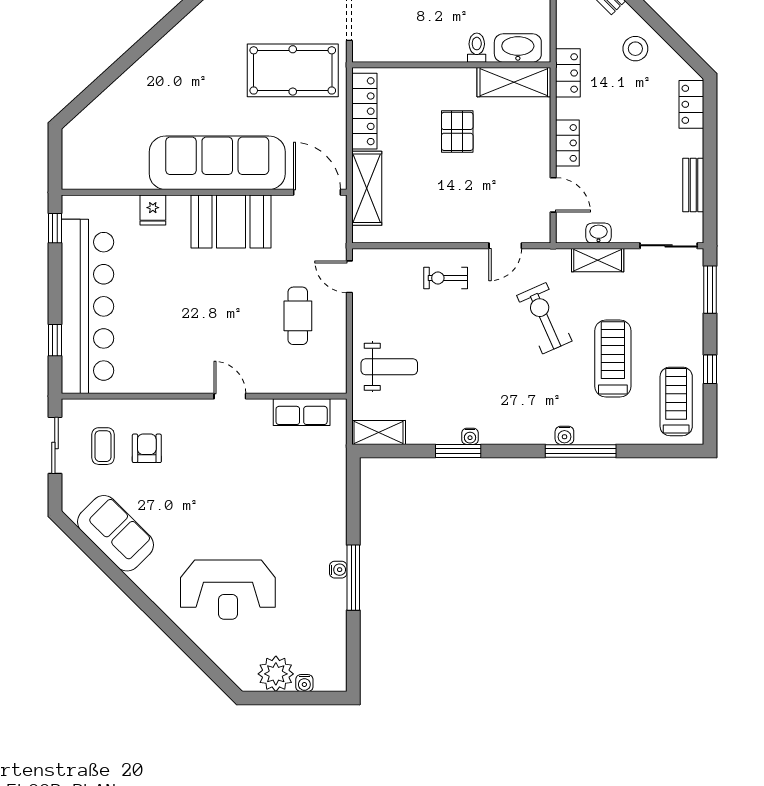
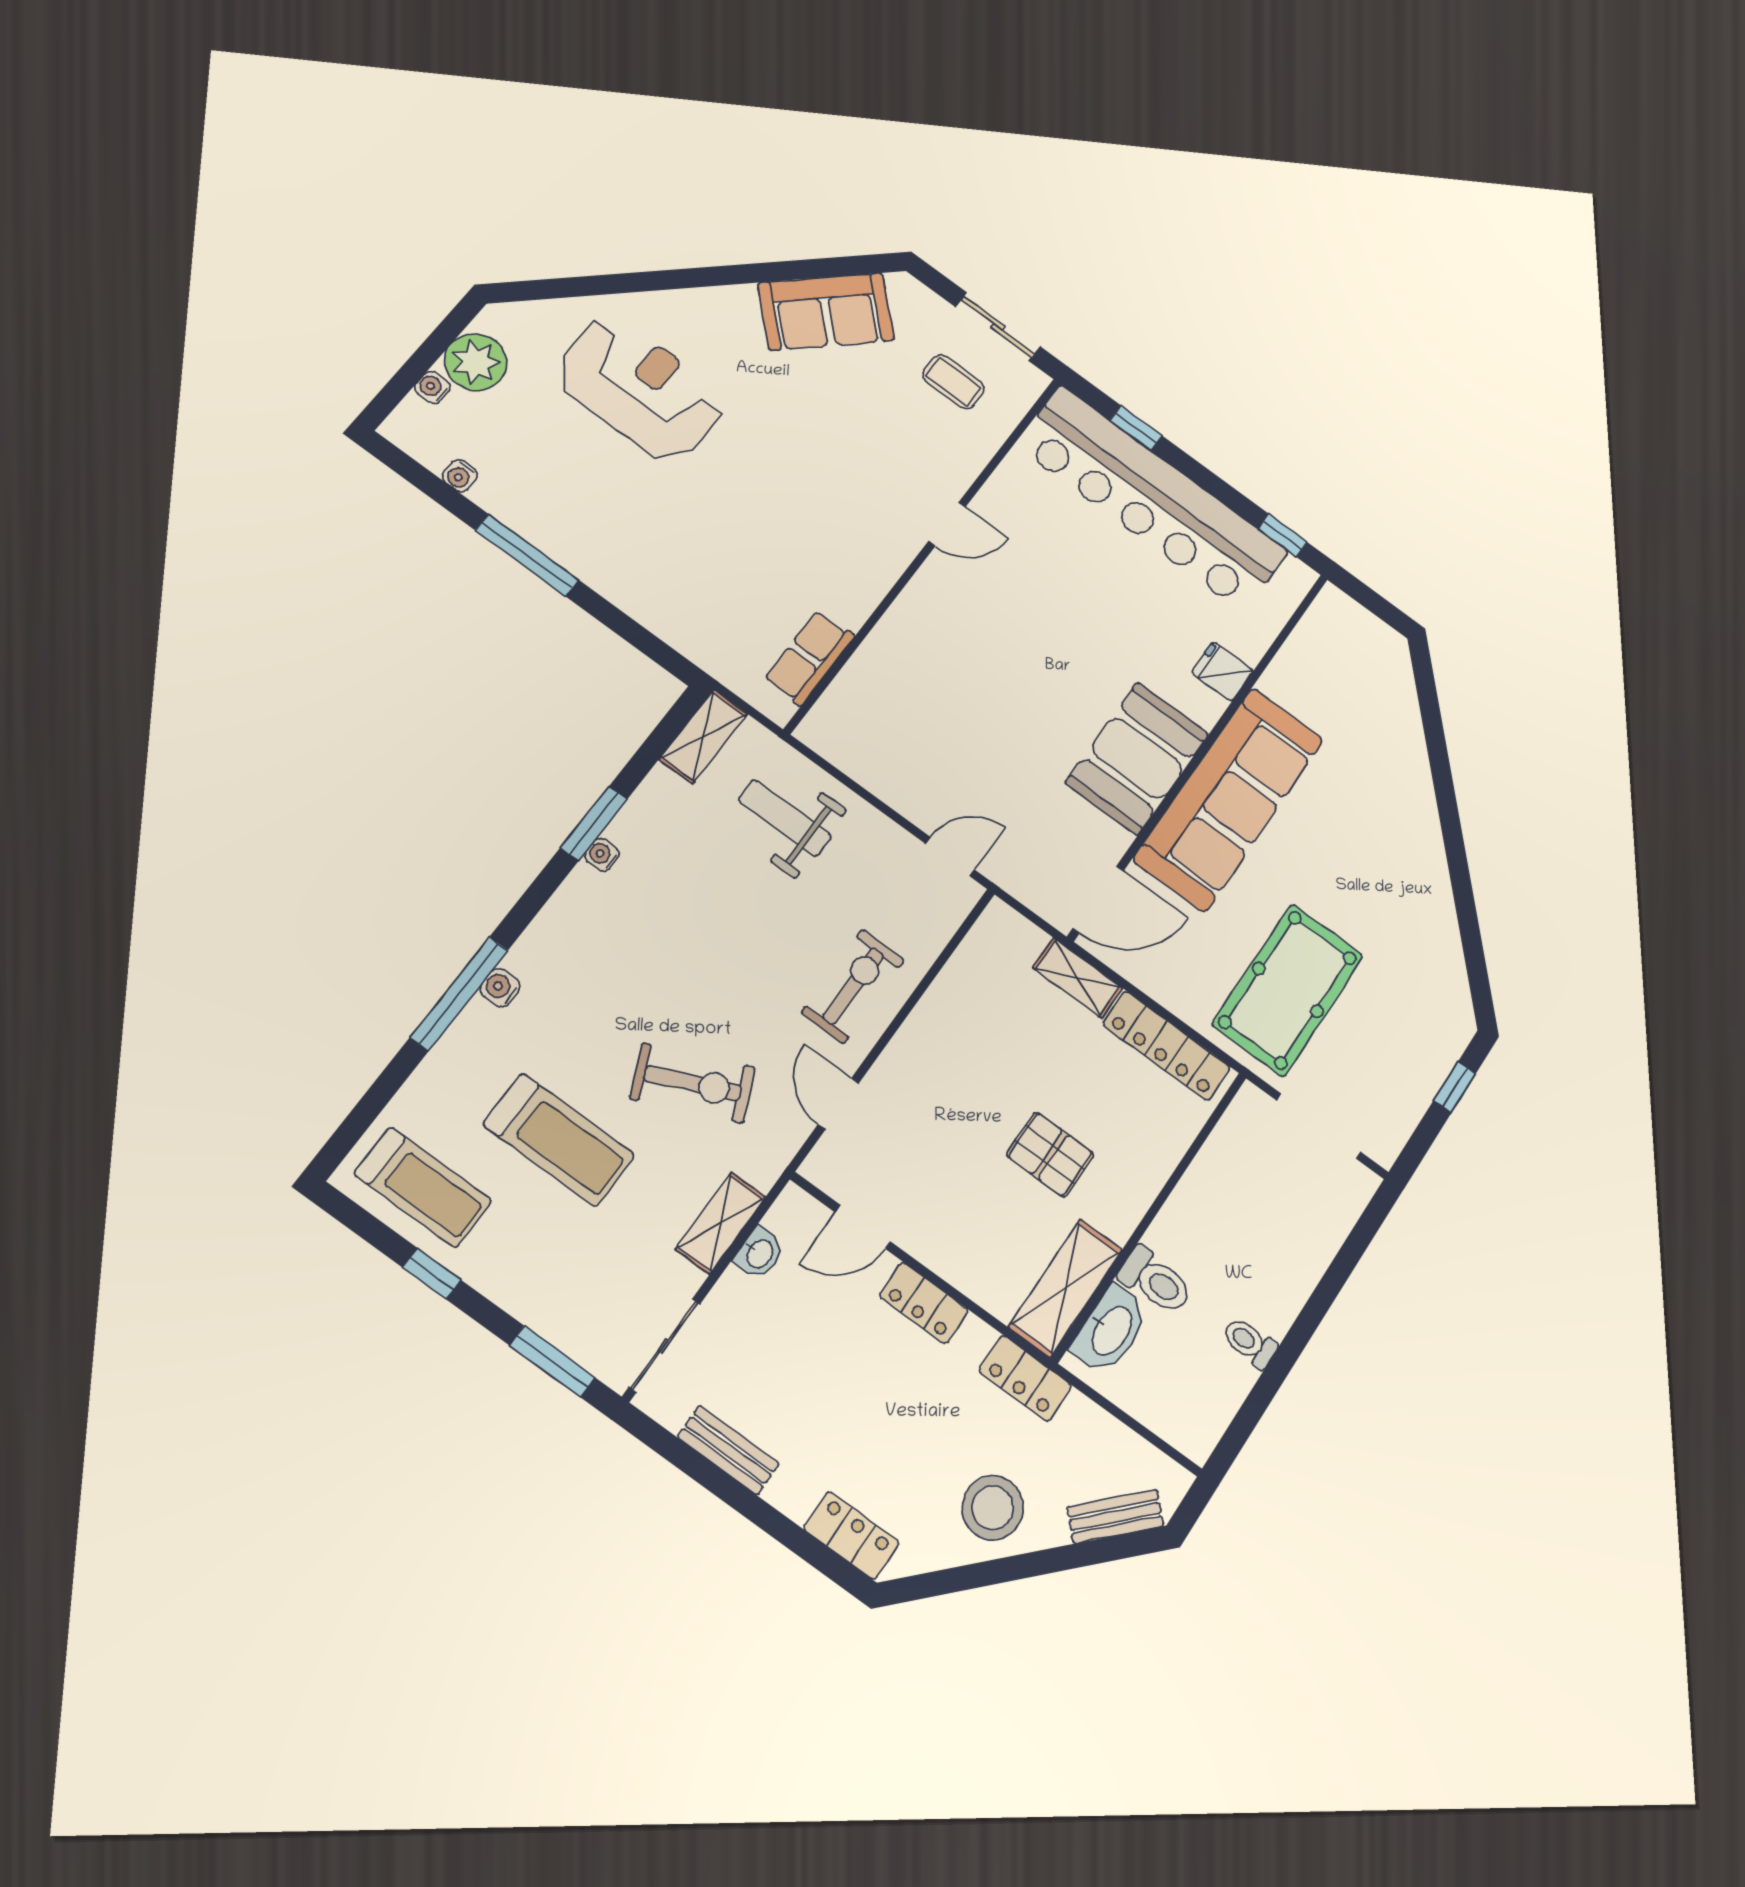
toilet: (477, 48) -> (1156, 1281), width x1.37, depth x1.39
stool: (635, 49) -> (993, 1508), width x1.38, depth x1.38
shelving: (367, 188) -> (1078, 978), width x0.67, depth x0.75
exercise bike: (446, 278) -> (853, 986), width x1.38, depth x1.39
cafe table: (298, 316) -> (946, 750), removed
weight bench: (389, 367) -> (785, 818), turned 90
door: (230, 396) -> (947, 524), moved
armchair: (147, 448) -> (910, 431), removed
water cooler: (338, 570) -> (460, 476), moved
reception desk: (228, 590) -> (640, 389), turned 90

